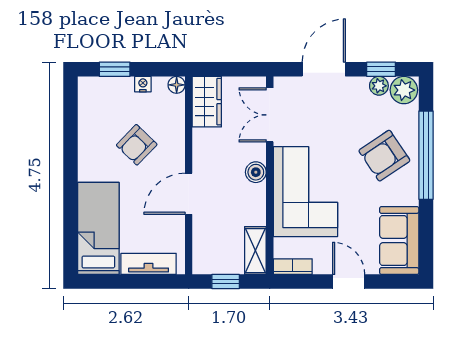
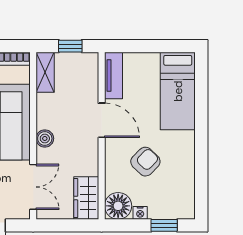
floor lamp: (177, 85) -> (118, 206), width x1.89, depth x1.89
door: (189, 194) -> (102, 120), hinge flipped
tv unit: (149, 264) -> (113, 75), moved, turned -90

